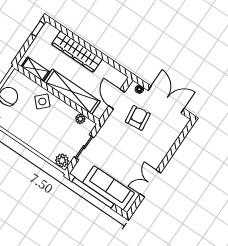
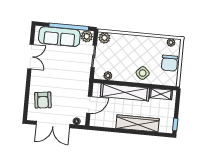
door: (117, 99) -> (89, 105), hinge flipped
armchair: (138, 118) -> (43, 100), moved
plant: (80, 172) -> (87, 36), added

